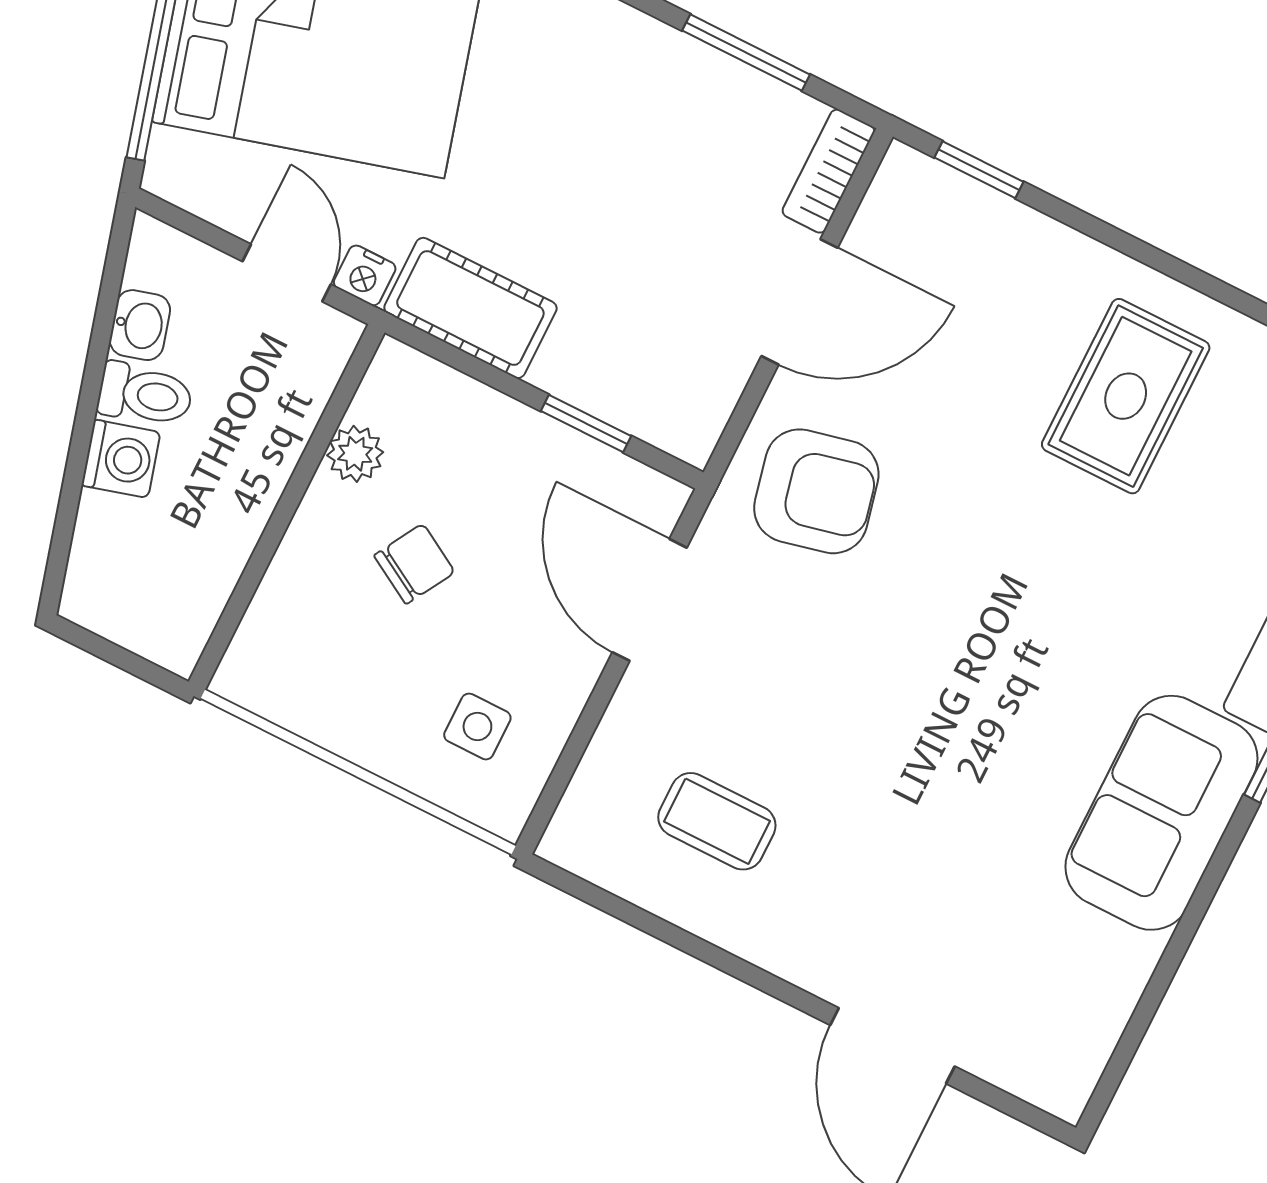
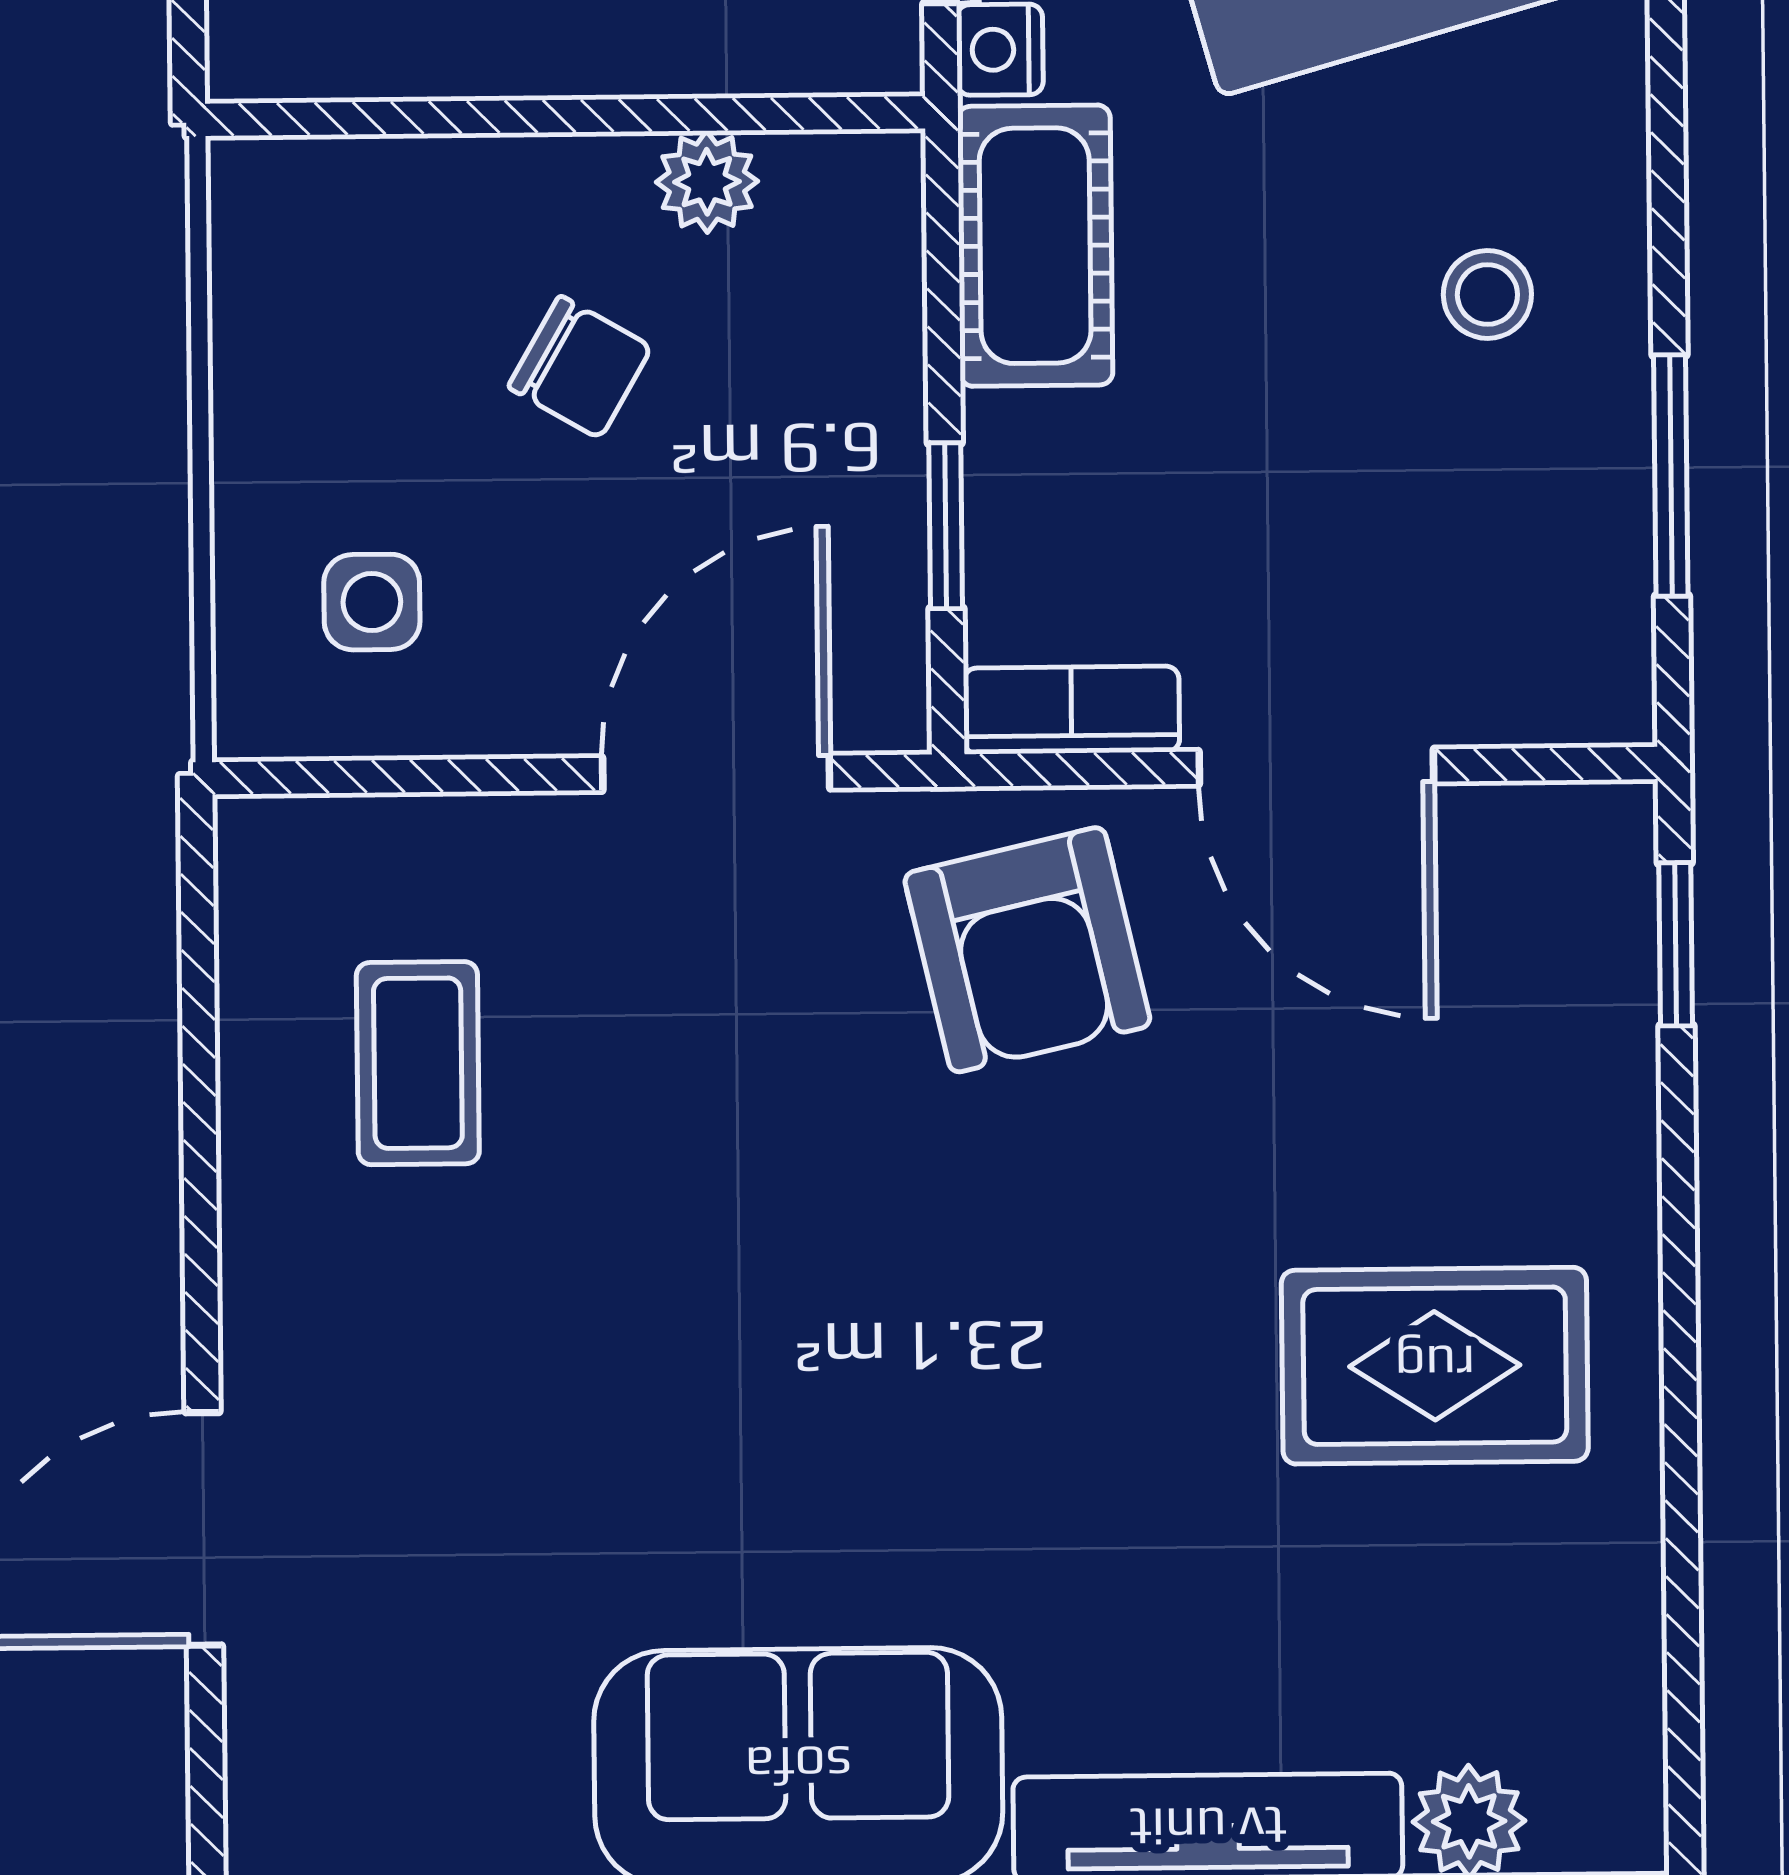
stool: (610, 97) -> (1487, 294), added
bookcase: (829, 171) -> (1071, 710), moved

